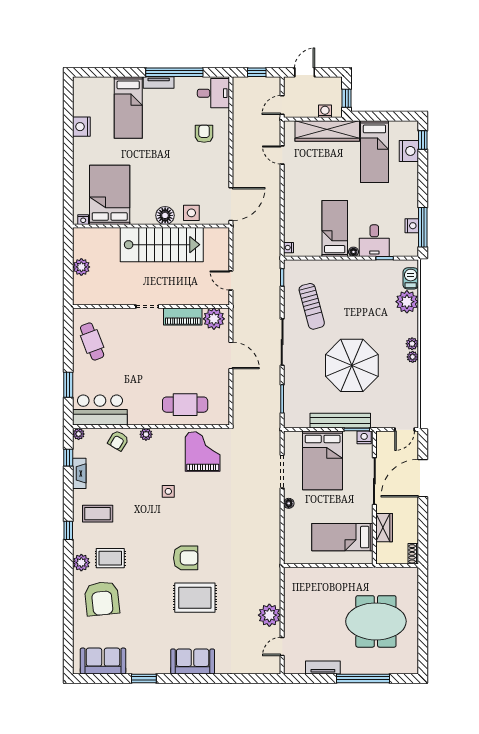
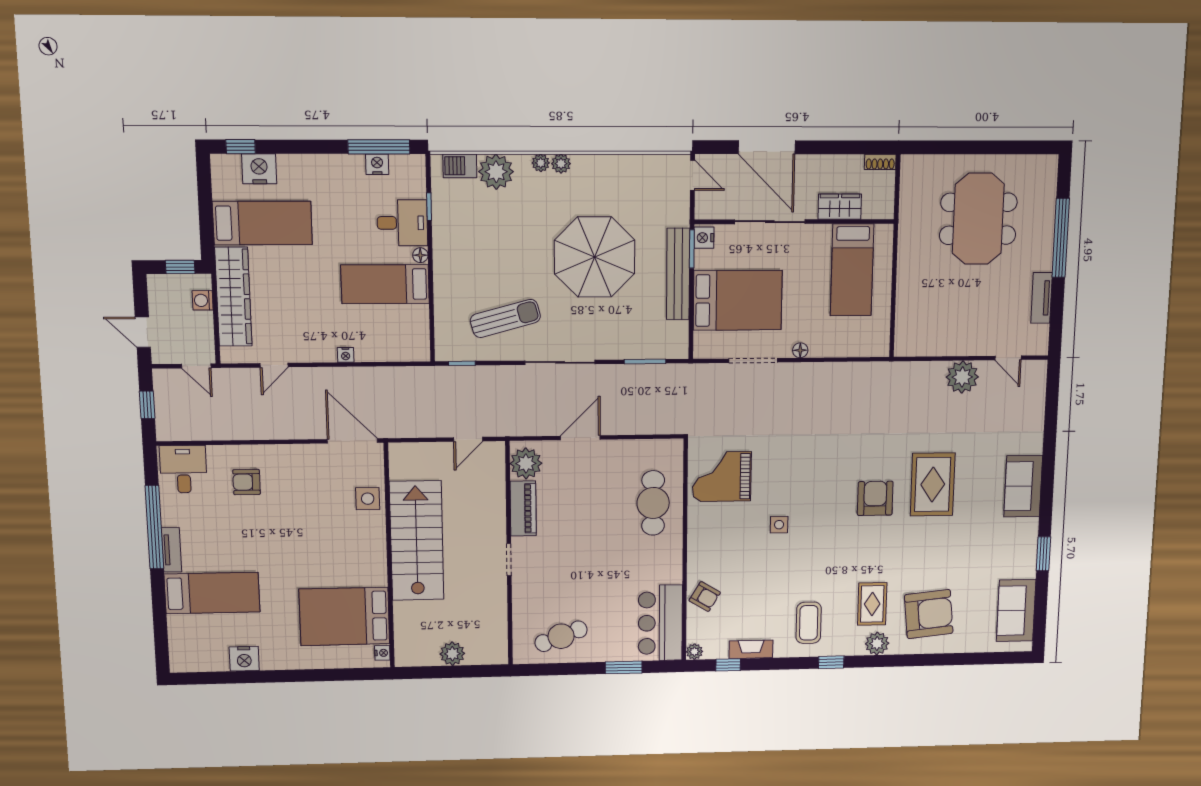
floor lamp: (165, 215) -> (373, 537), removed
nightstand: (289, 248) -> (346, 355), moved
plant: (413, 357) -> (541, 163), moved
plant: (146, 434) -> (696, 558), removed

